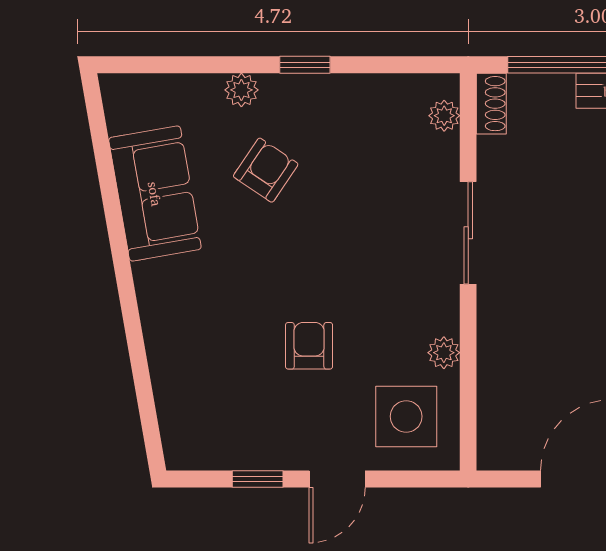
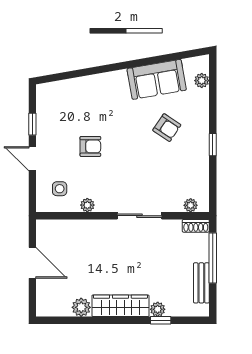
plant: (241, 90) -> (202, 81), moved
side table: (406, 416) -> (60, 189), width x0.54, depth x0.54

